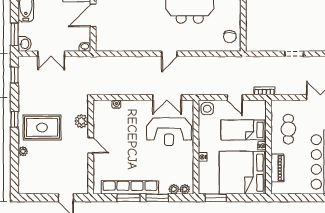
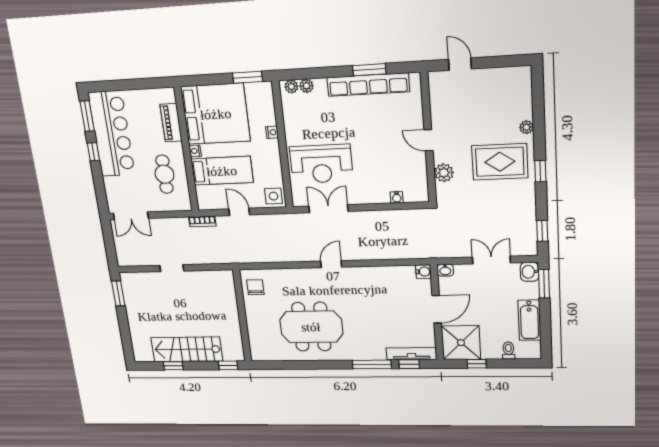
water cooler: (101, 46) -> (423, 272), added
reception desk: (169, 132) -> (321, 164), turned 180
window: (157, 198) -> (329, 72), removed

